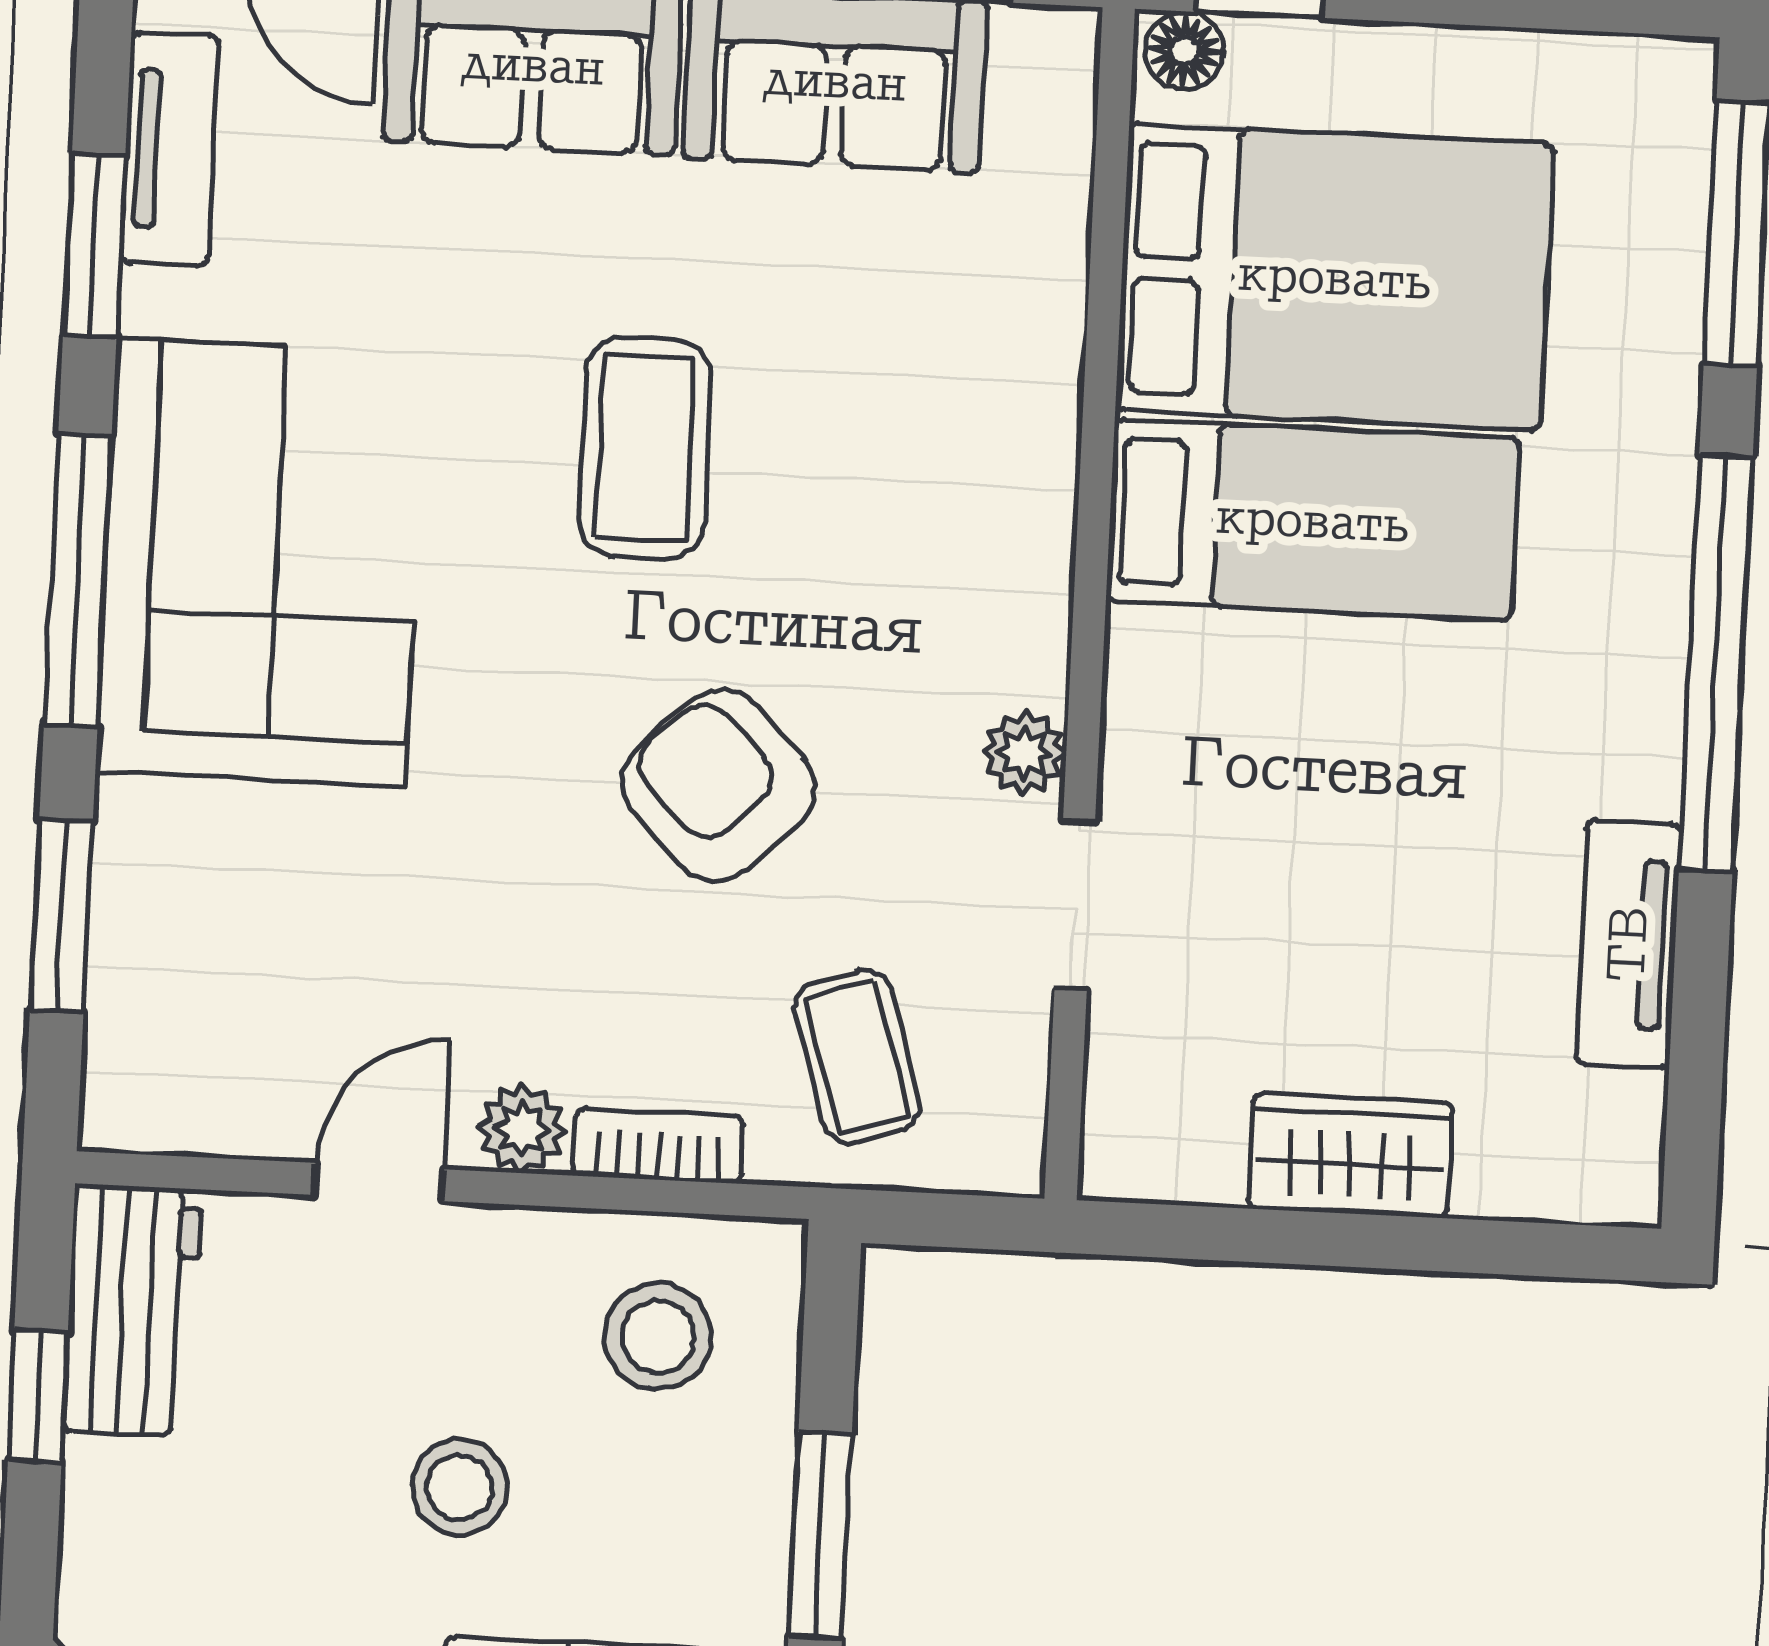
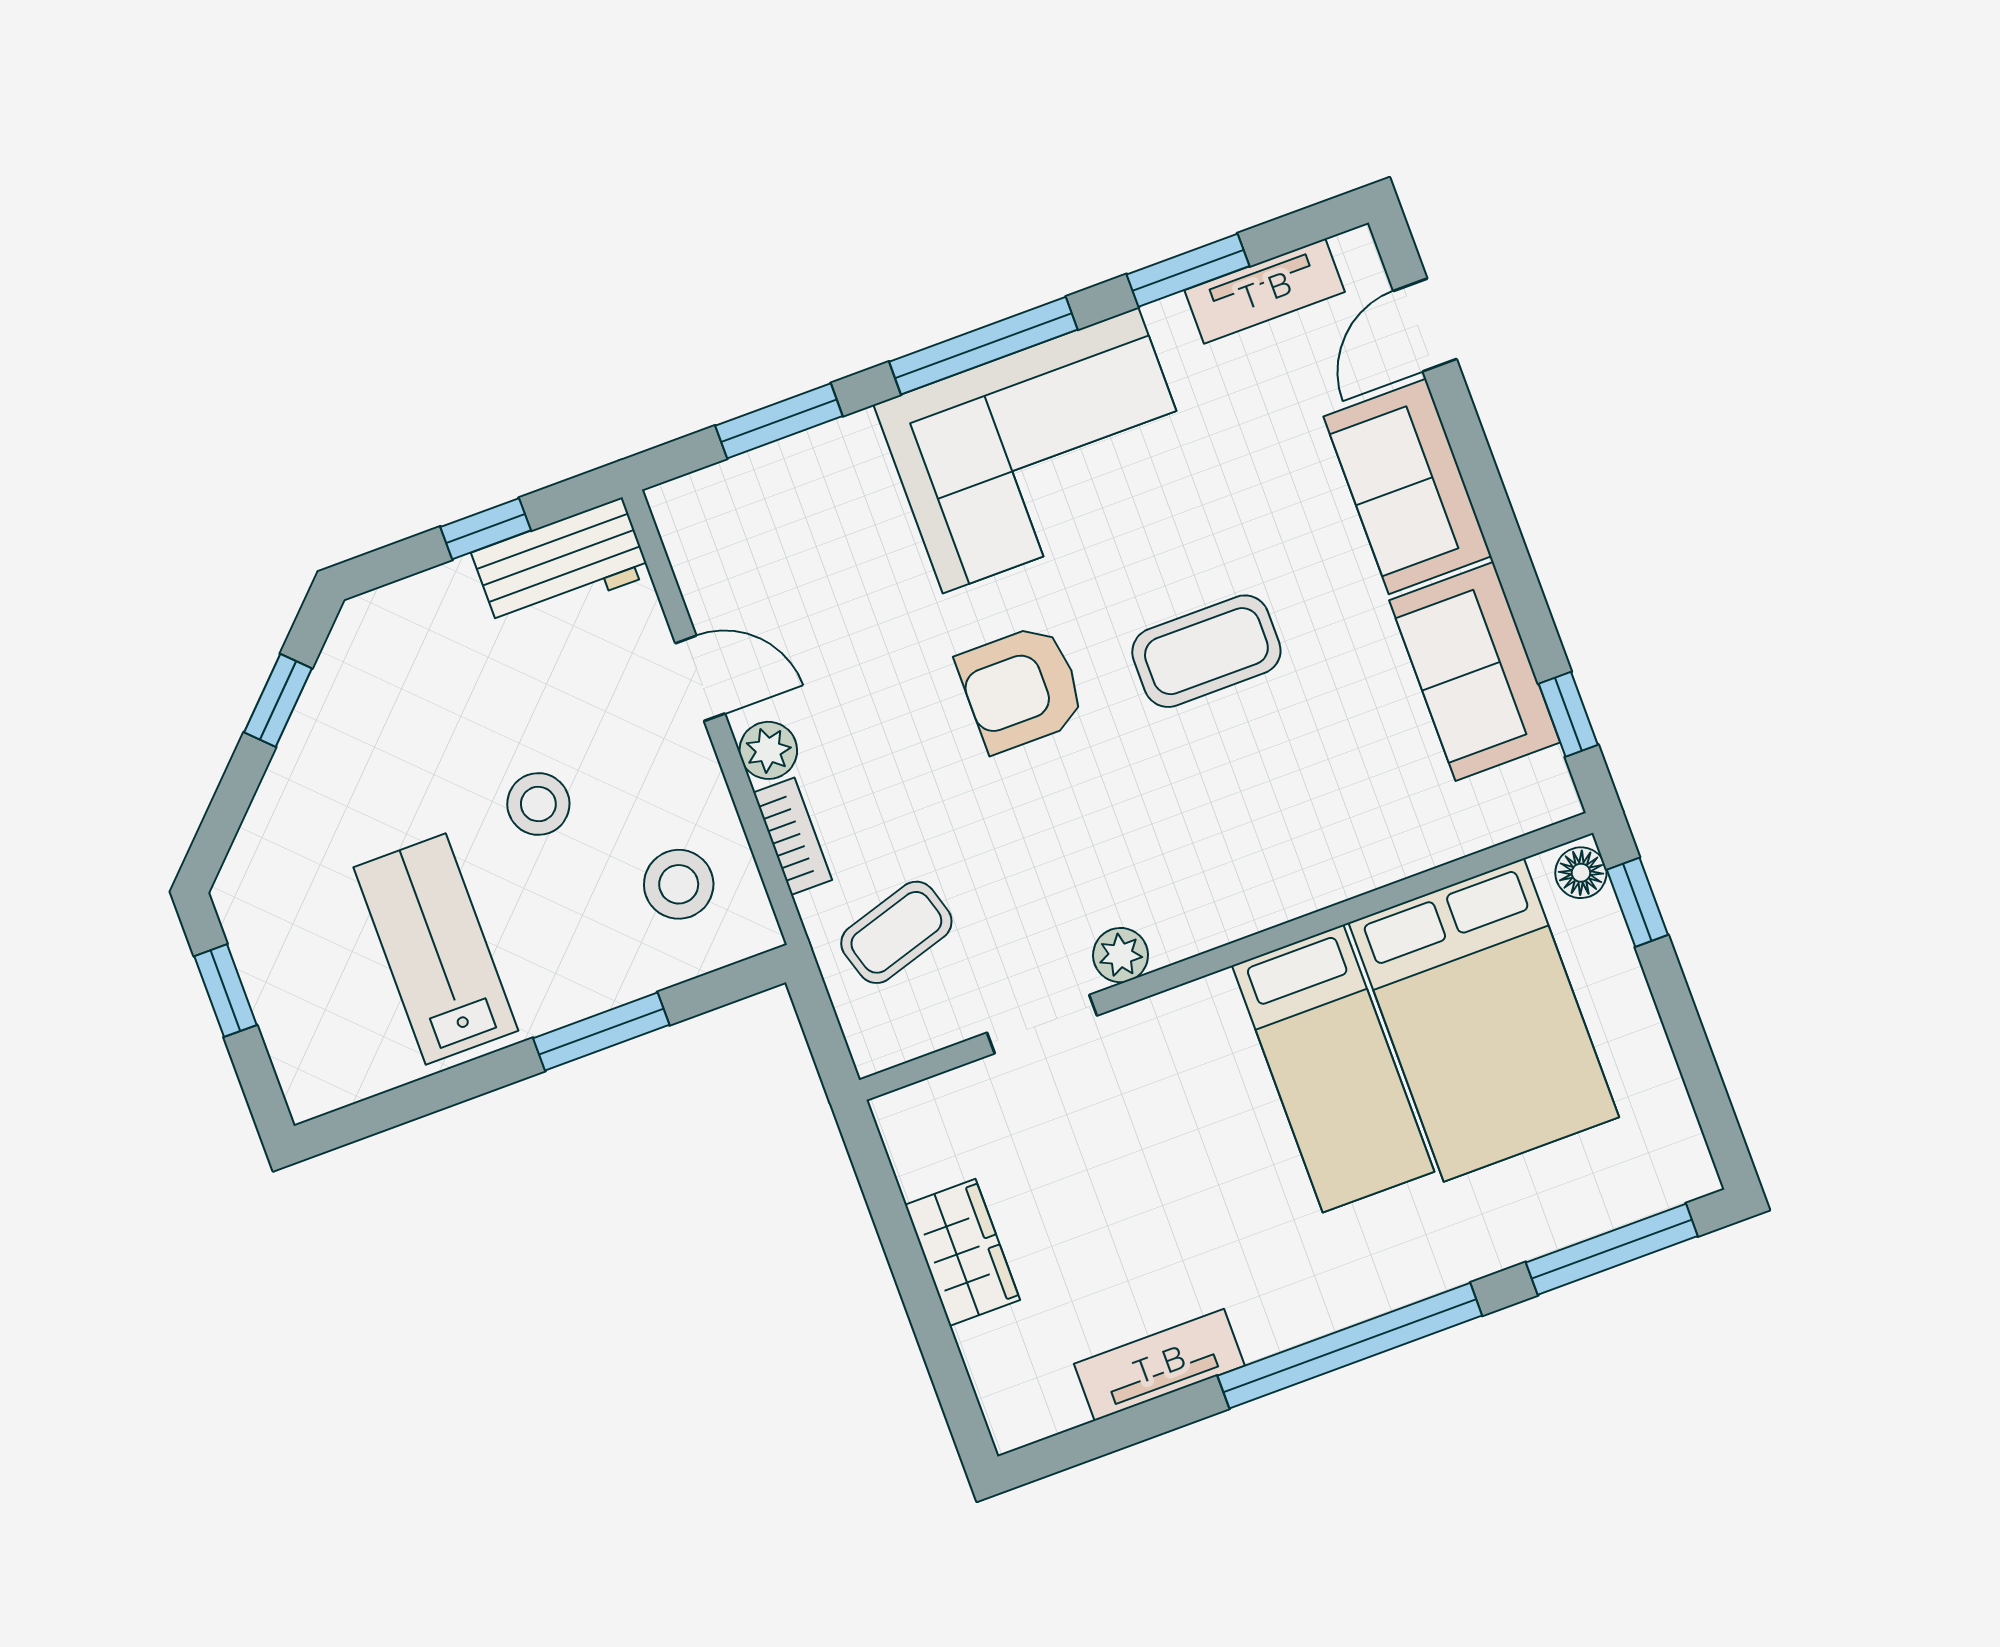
armchair: (719, 786) -> (1021, 688), moved, turned -136

